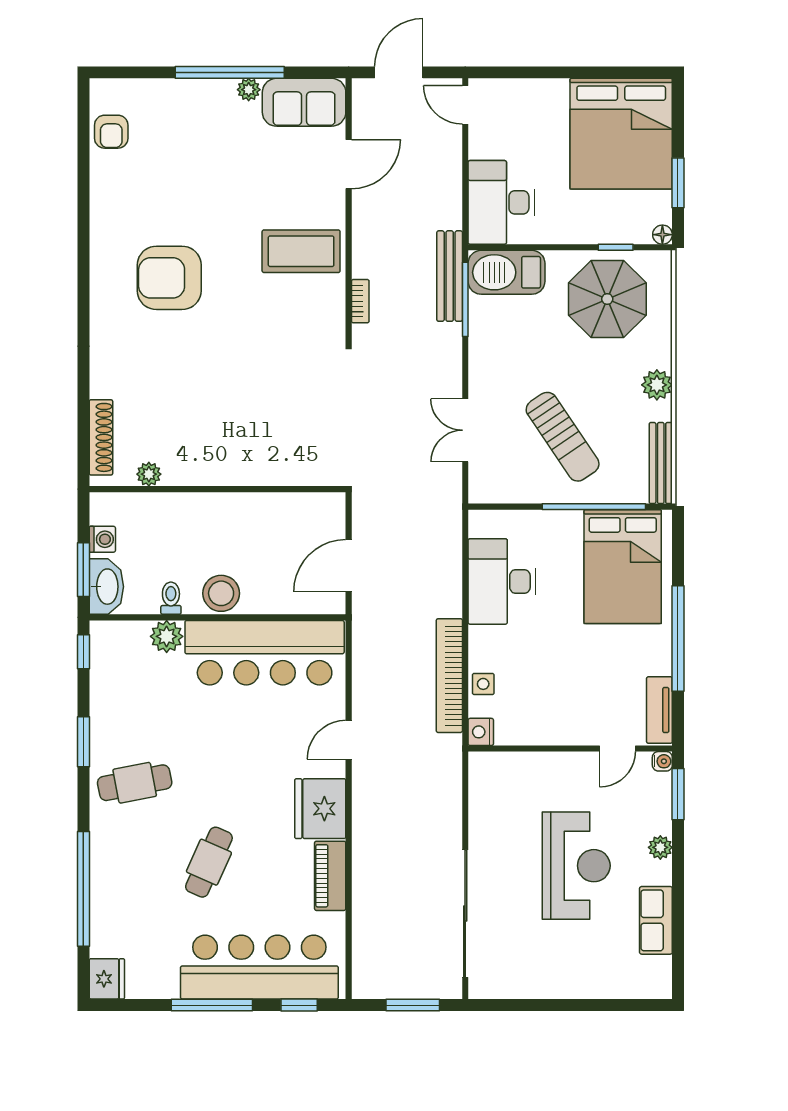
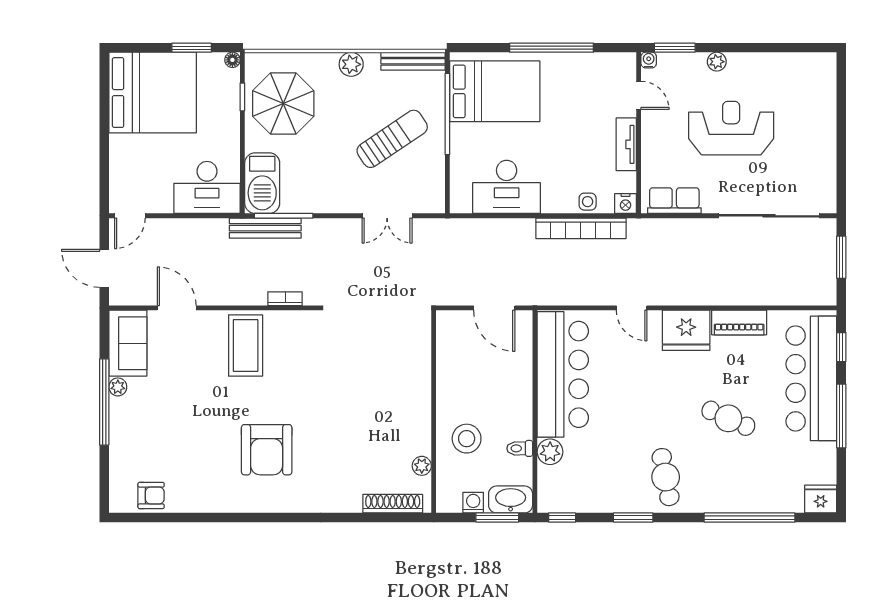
stool: (221, 593) -> (467, 439), moved
tv unit: (659, 710) -> (626, 144), moved, turned 90
row of seats: (656, 920) -> (674, 201), moved, turned 180

